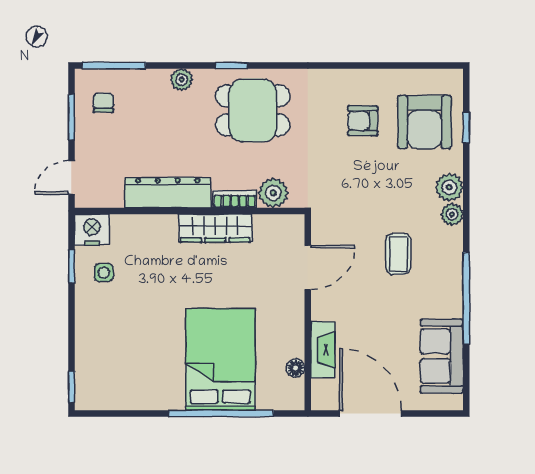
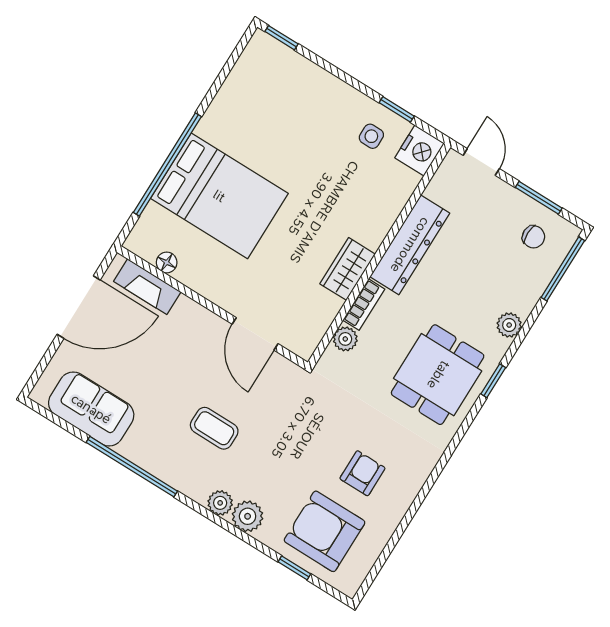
plant: (273, 193) -> (345, 339), width x0.73, depth x0.73
wardrobe: (215, 228) -> (348, 269), width x0.67
fireplace: (323, 350) -> (147, 287), moved

